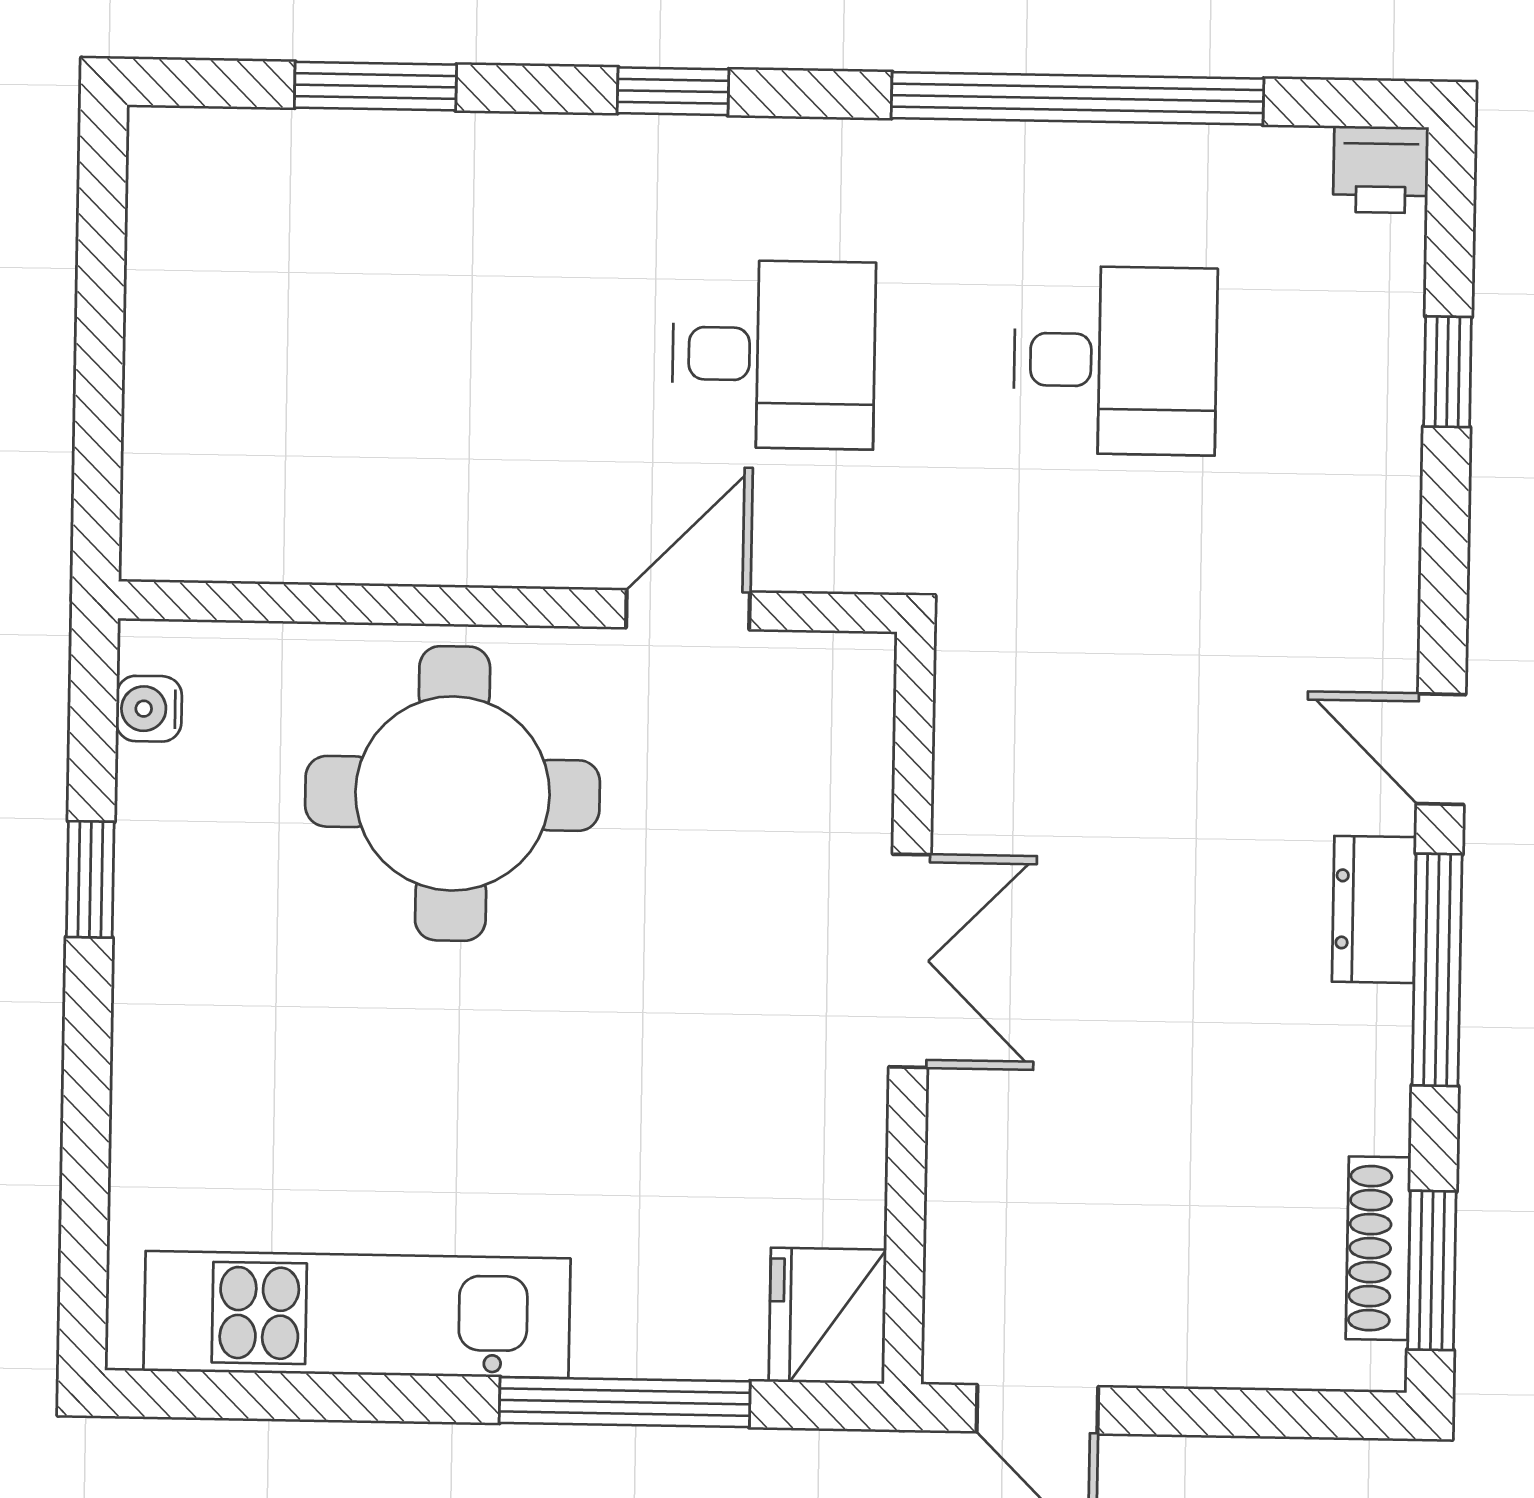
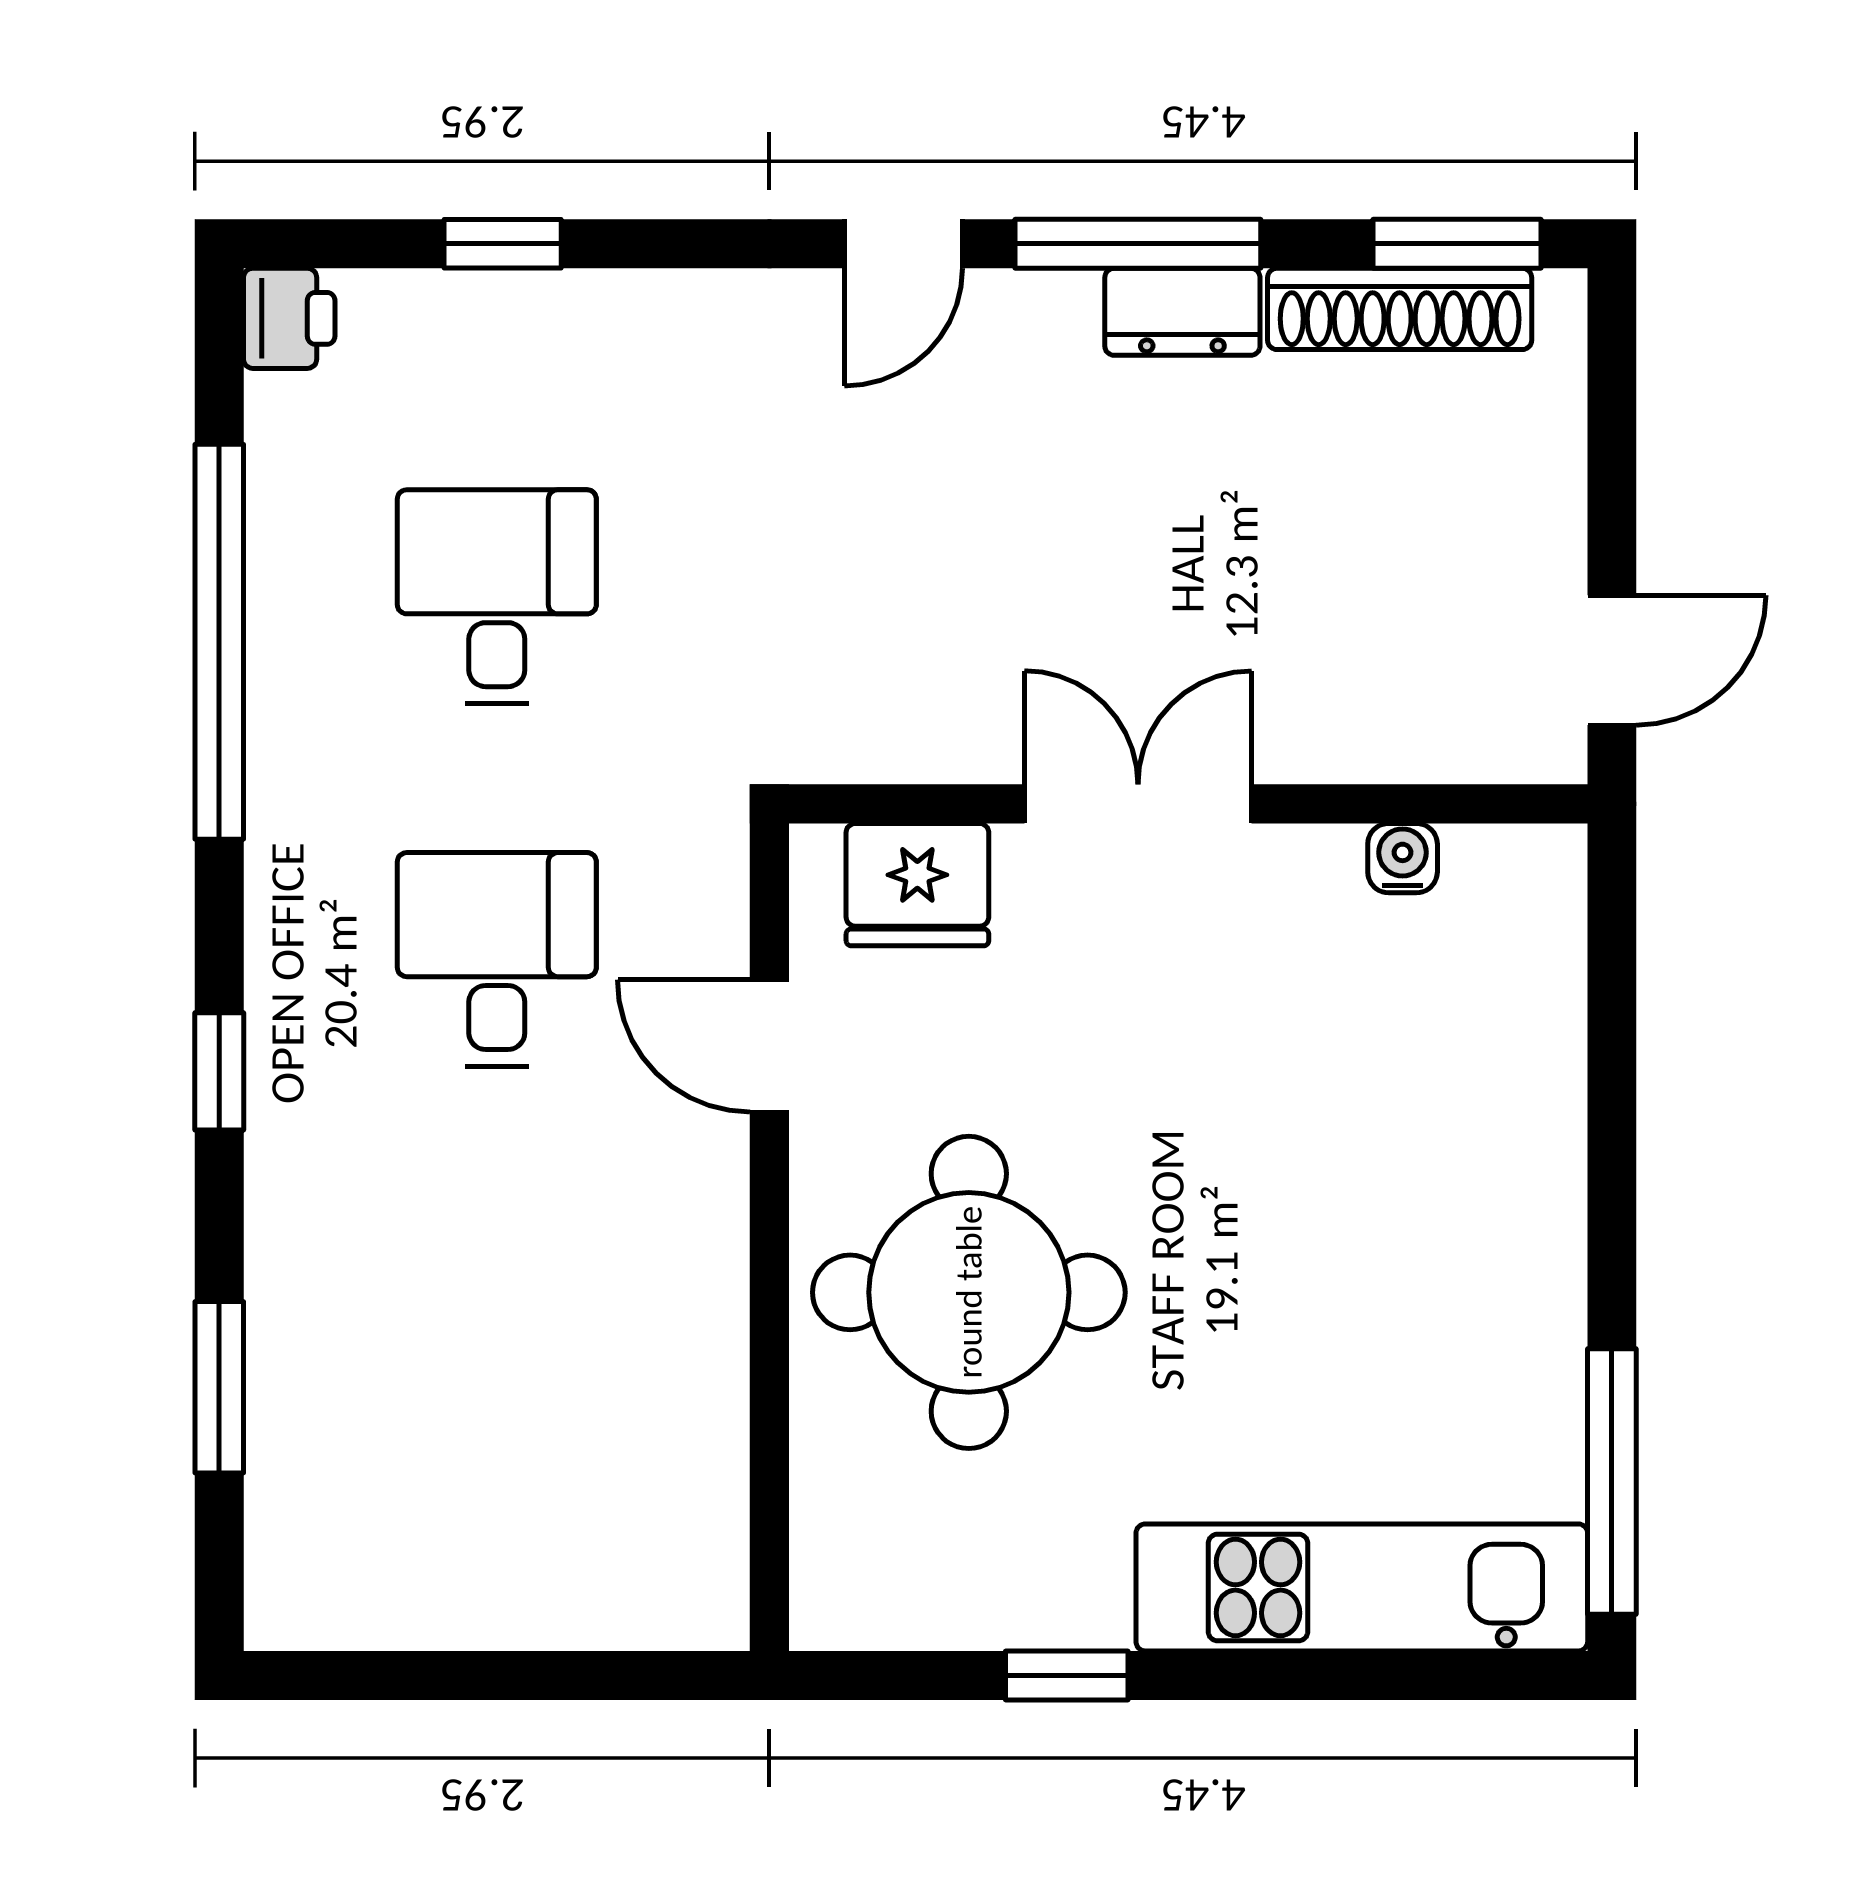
water cooler: (149, 709) -> (1403, 858), moved, turned 180
dresser: (1374, 909) -> (1182, 312), moved
shoe rack: (1378, 1248) -> (1400, 309), width x1.36, depth x1.24
kitchen unit: (357, 1315) -> (1362, 1587), moved, turned 90
fridge: (828, 1316) -> (917, 885), moved
window: (625, 1402) -> (1612, 1482), moved

